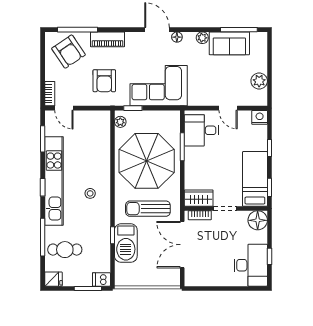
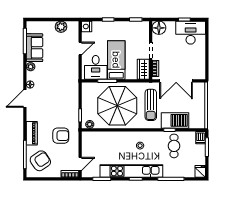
corner sofa: (159, 86) -> (64, 97), removed
bed: (255, 179) -> (116, 60), moved, turned 90
cafe table: (65, 250) -> (174, 146), moved

